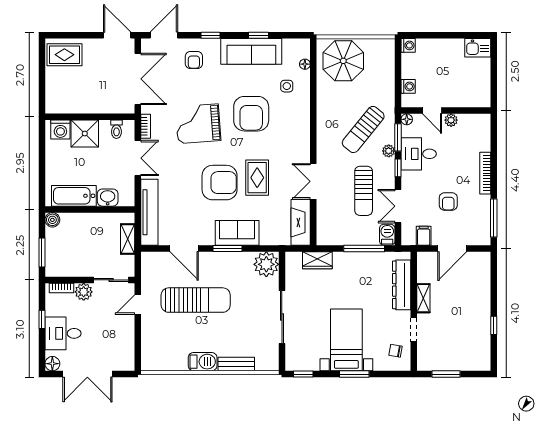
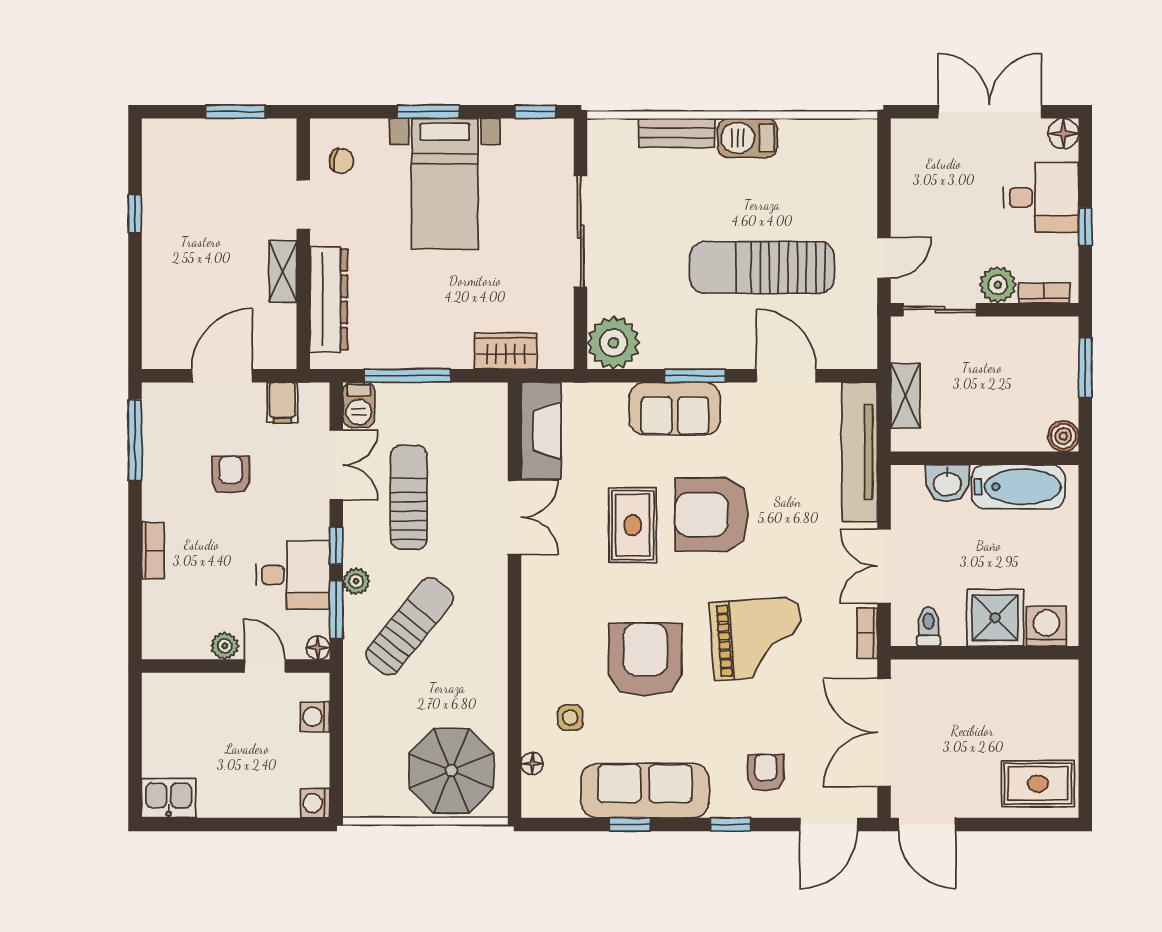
bookcase: (485, 173) -> (153, 550), width x0.64

